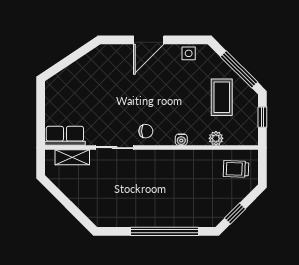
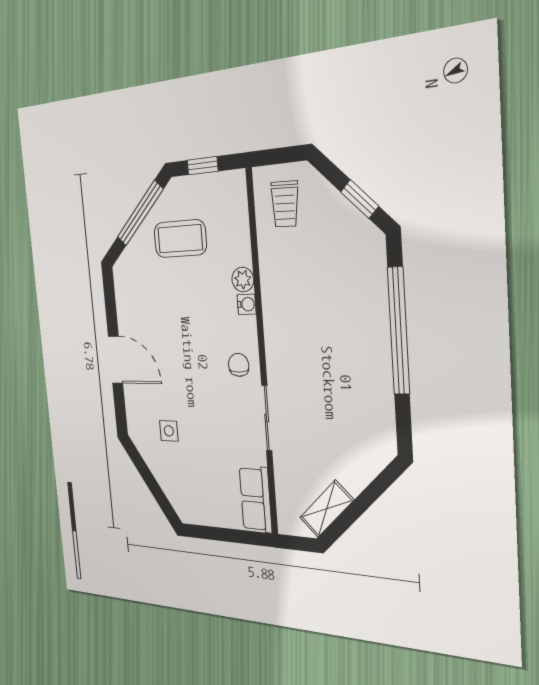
side table: (189, 53) -> (169, 431), moved
plant: (216, 138) -> (243, 280), moved
shelving: (72, 157) -> (327, 509), moved, turned 45

